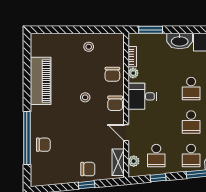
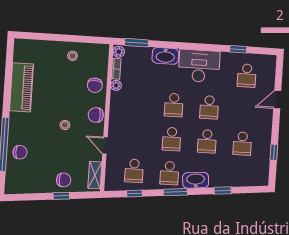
desk: (142, 96) -> (124, 110), removed
stool: (85, 97) -> (65, 125), moved
chair: (115, 103) -> (96, 115), turned 90
plant: (134, 161) -> (119, 52), moved

